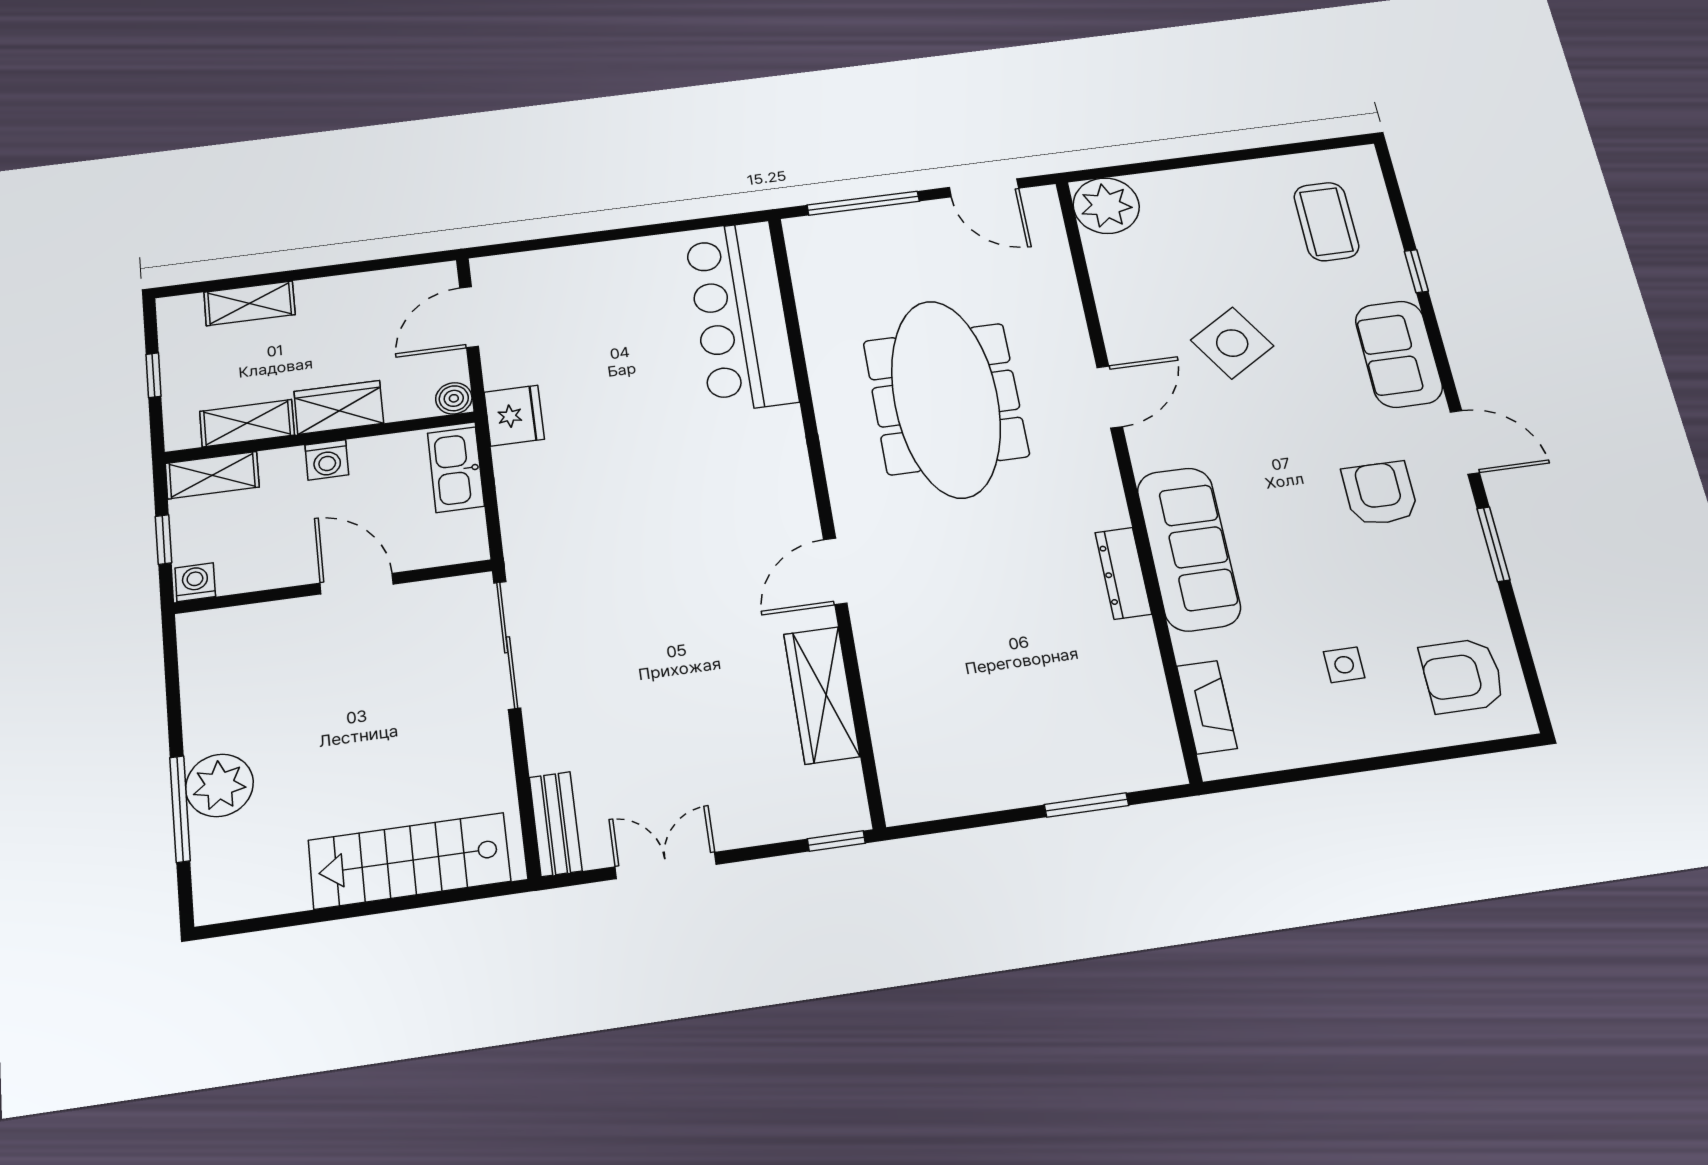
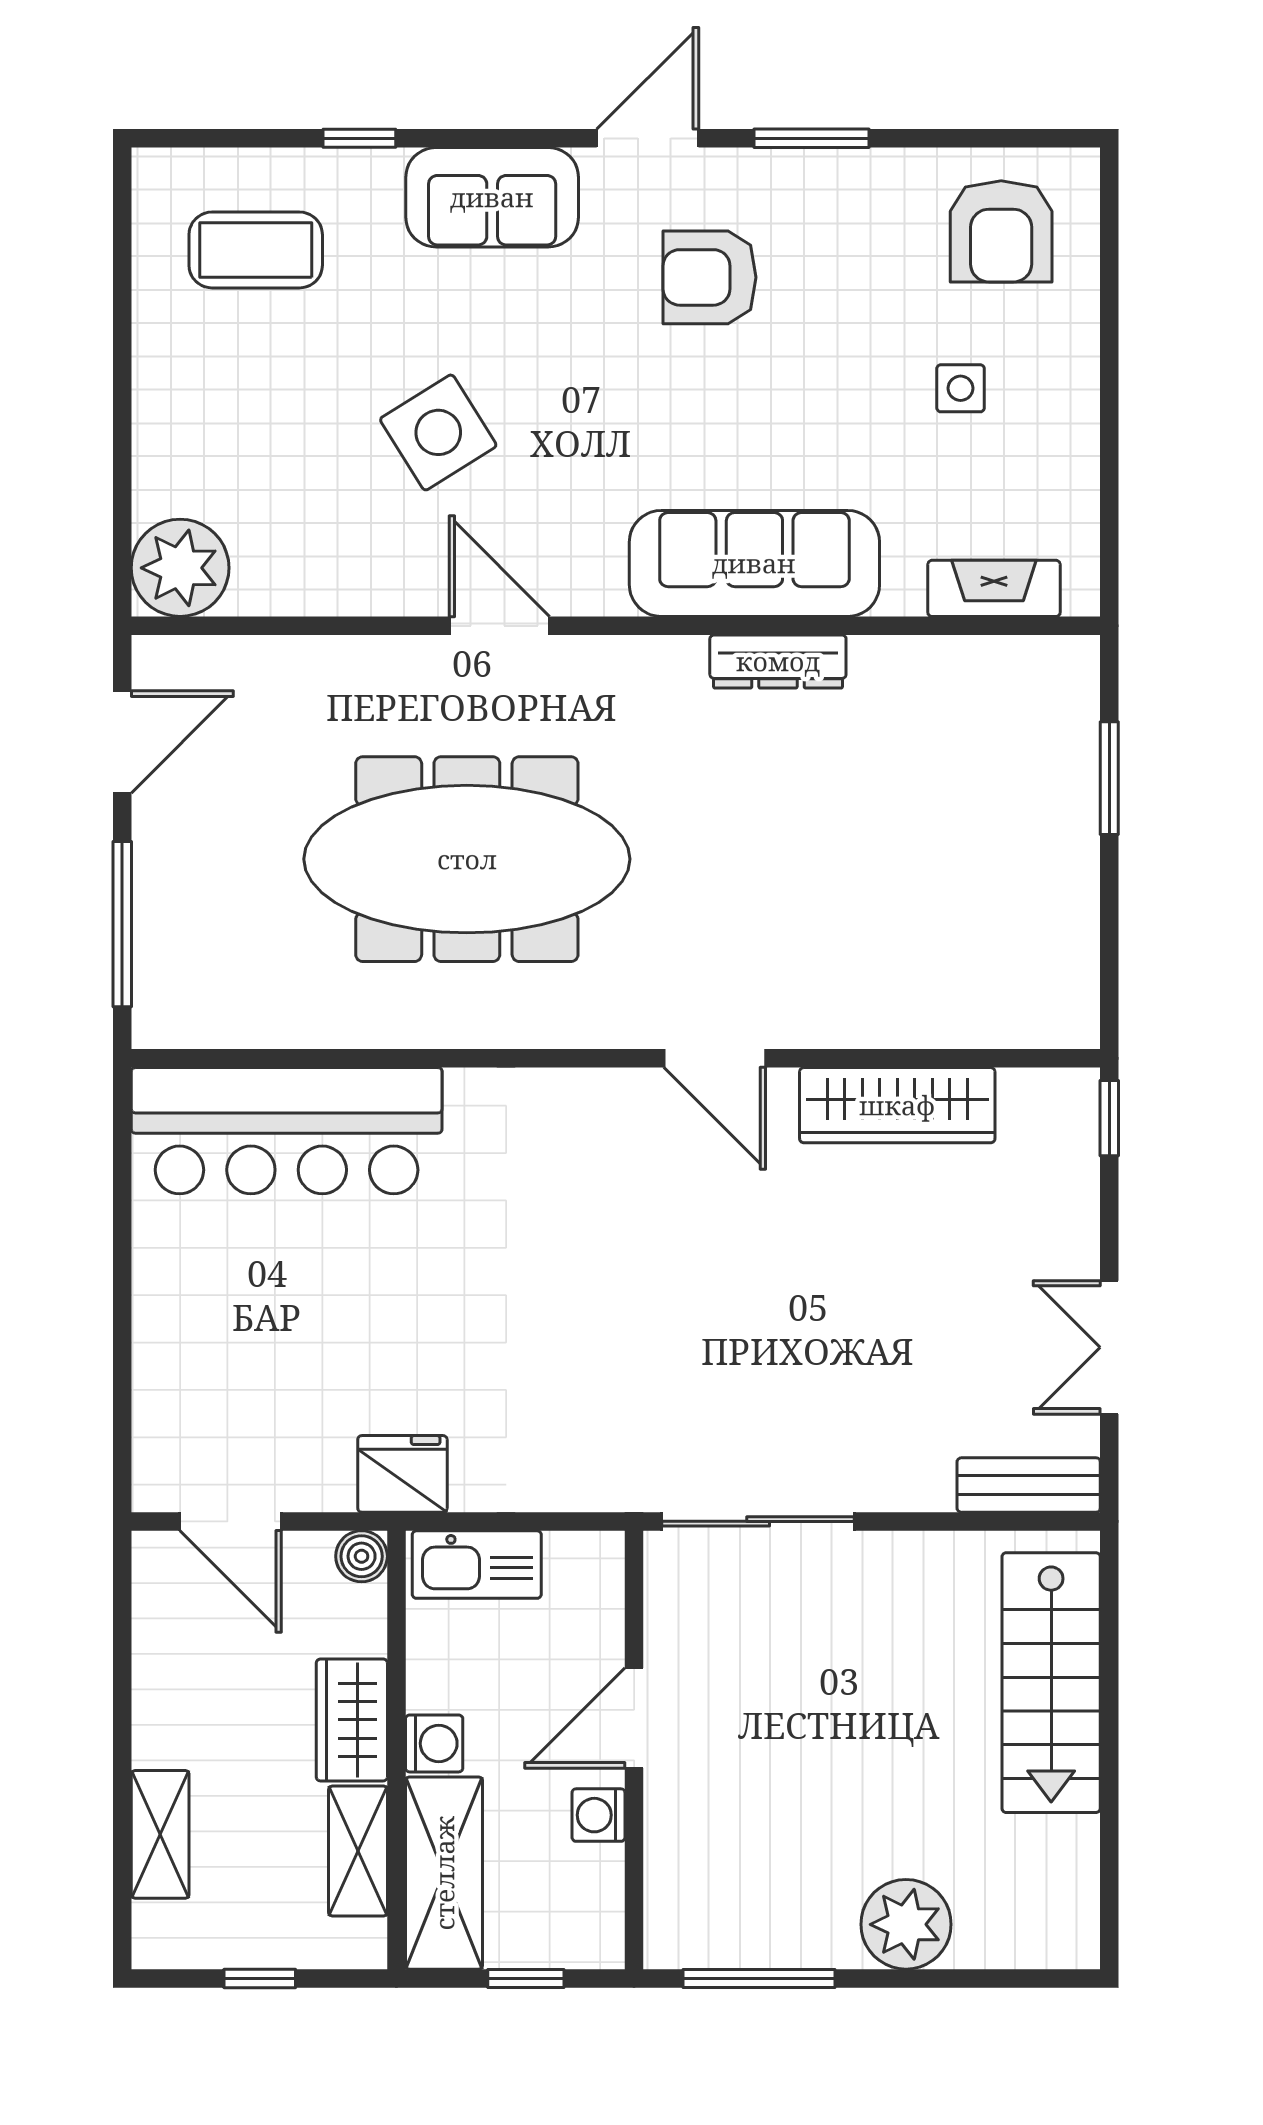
shelving: (212, 475) -> (444, 1873), width x1.50, depth x1.33
washing machine: (195, 582) -> (598, 1815), moved
window: (180, 809) -> (759, 1978), moved

